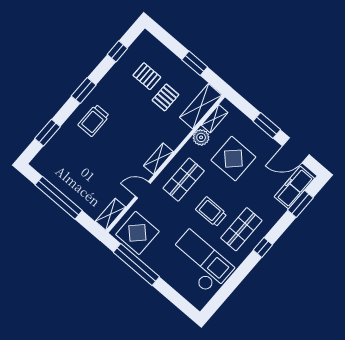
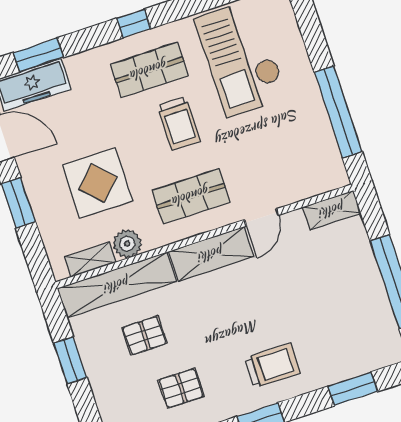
pallet: (147, 76) -> (181, 388), moved, turned 90
shelving: (201, 106) -> (117, 285), width x1.47
shelving: (158, 159) -> (211, 254), width x1.50, depth x1.33
door: (143, 190) -> (261, 217), hinge flipped
display table: (137, 233) -> (308, 158), removed

